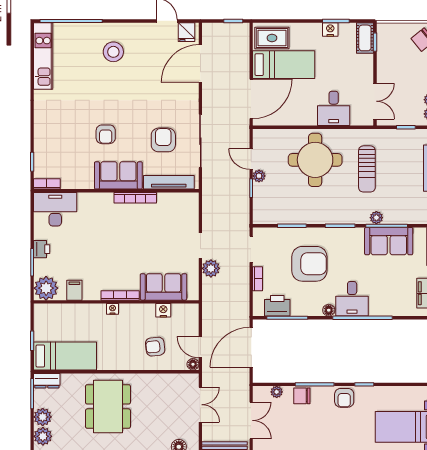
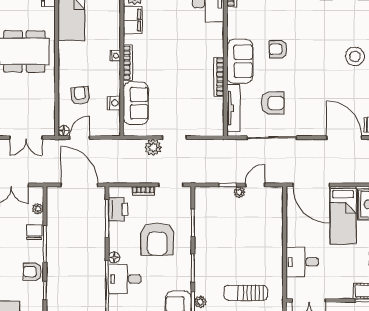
round table: (315, 160) -> (254, 245), removed
filing cabinet: (74, 290) -> (133, 20), width x2.00

